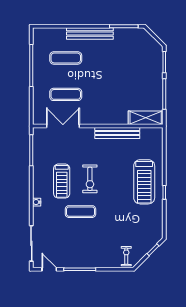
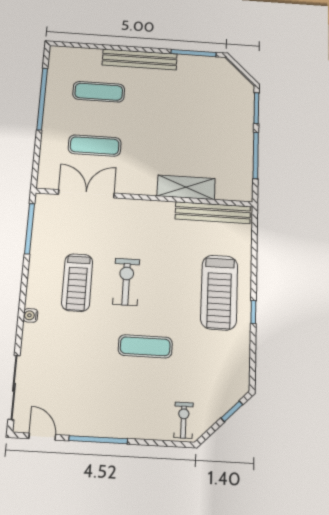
shelving: (146, 118) -> (186, 187), moved
bench: (117, 133) -> (213, 213), moved
exercise bike: (90, 179) -> (126, 282), turned 180
exercise mat: (80, 212) -> (145, 346), moved

